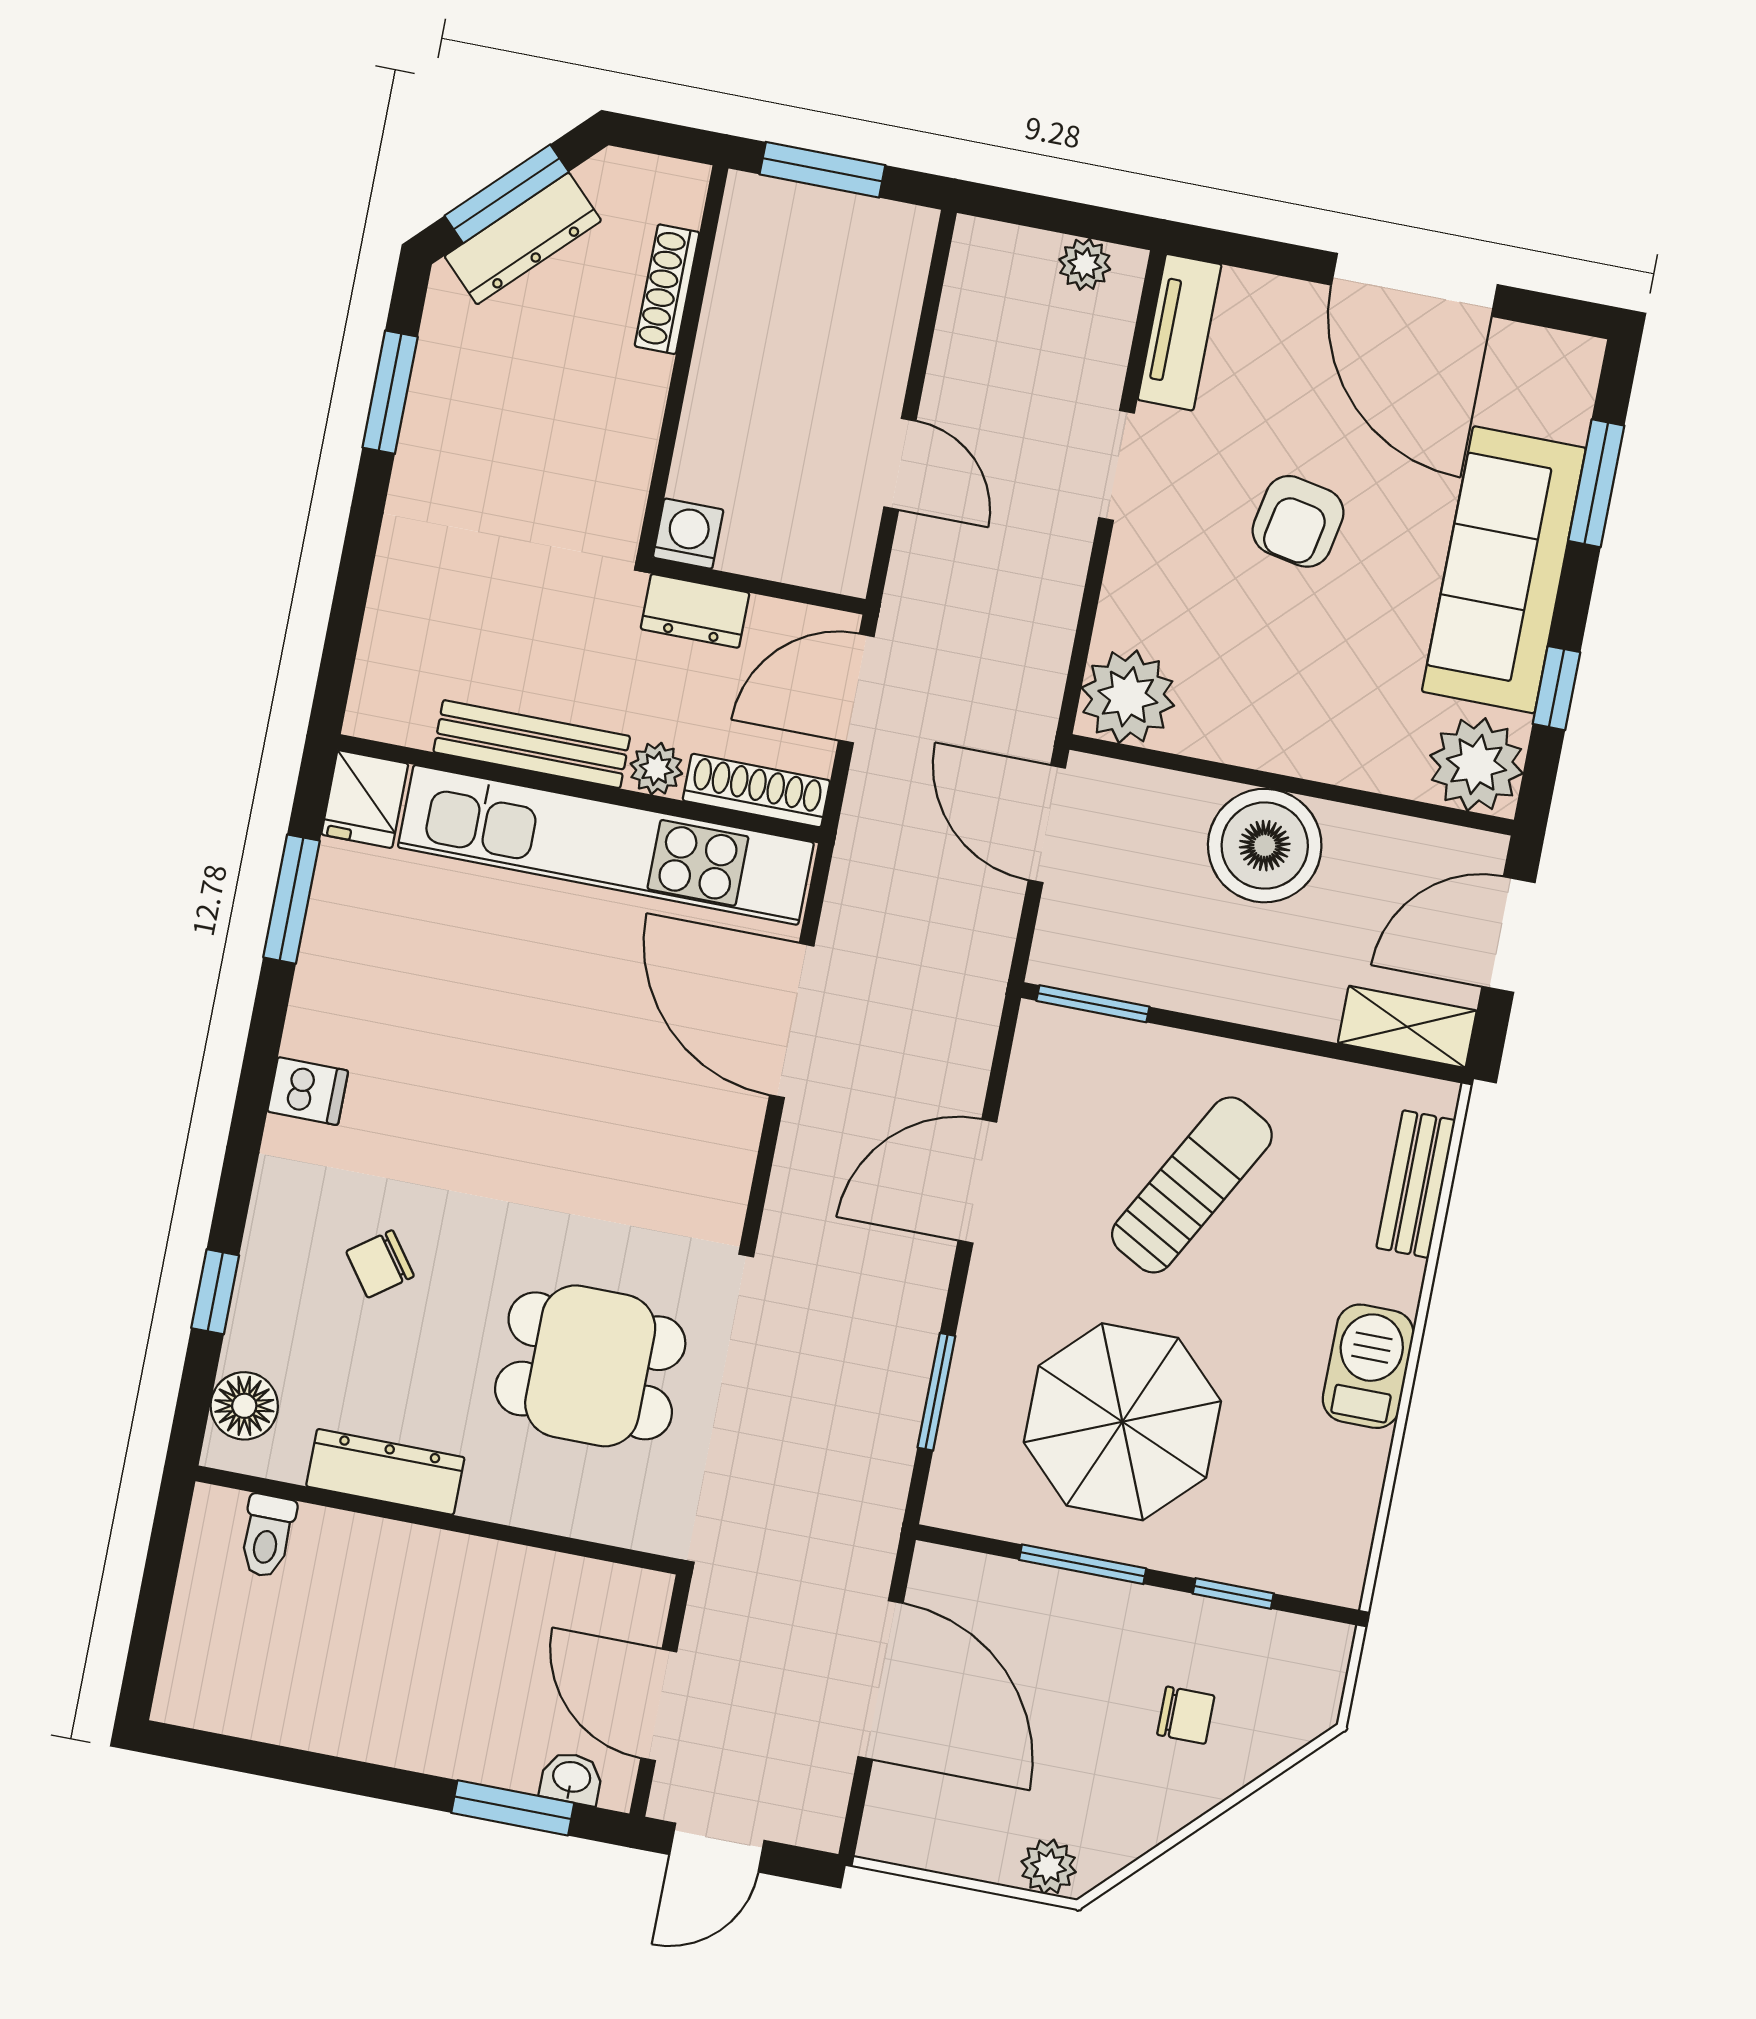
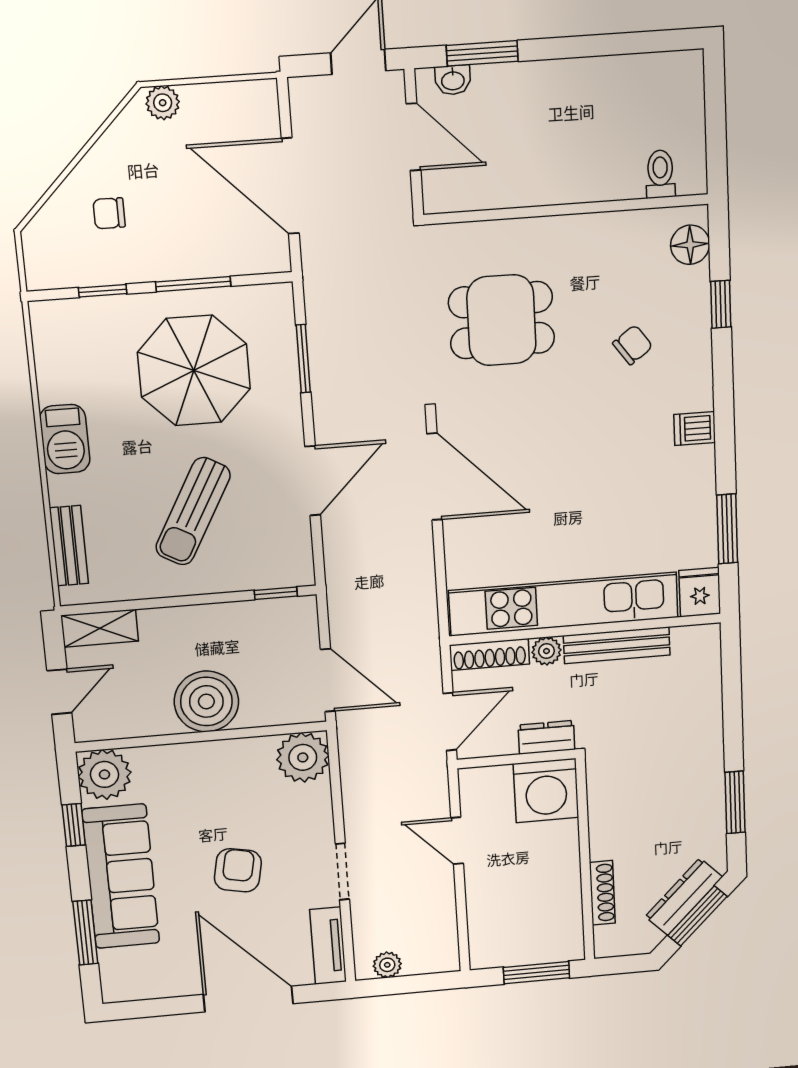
door: (1414, 285) -> (248, 999), moved
washing machine: (688, 534) -> (546, 790), width x1.89, depth x1.89
door: (1509, 935) -> (59, 692), width x0.73
window: (1093, 1004) -> (276, 593), width x0.67
door: (792, 1020) -> (435, 477), moved
dresser: (385, 1472) -> (602, 229), removed

